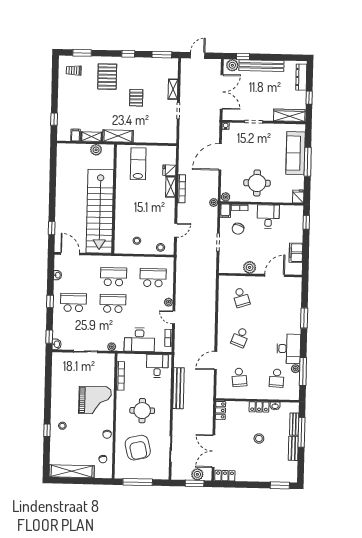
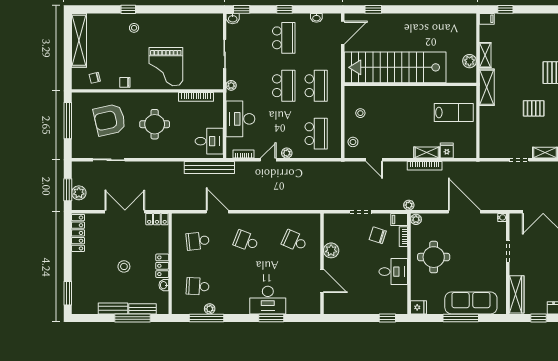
filing cabinet: (76, 135) -> (487, 19), moved
filing cabinet: (296, 253) -> (350, 306), removed
school desk: (241, 297) -> (295, 241), turned 42
desk: (289, 349) -> (268, 300), moved
bench: (178, 388) -> (209, 168), moved
double door: (213, 451) -> (125, 212), moved
locker: (225, 476) -> (78, 233), width x1.53

